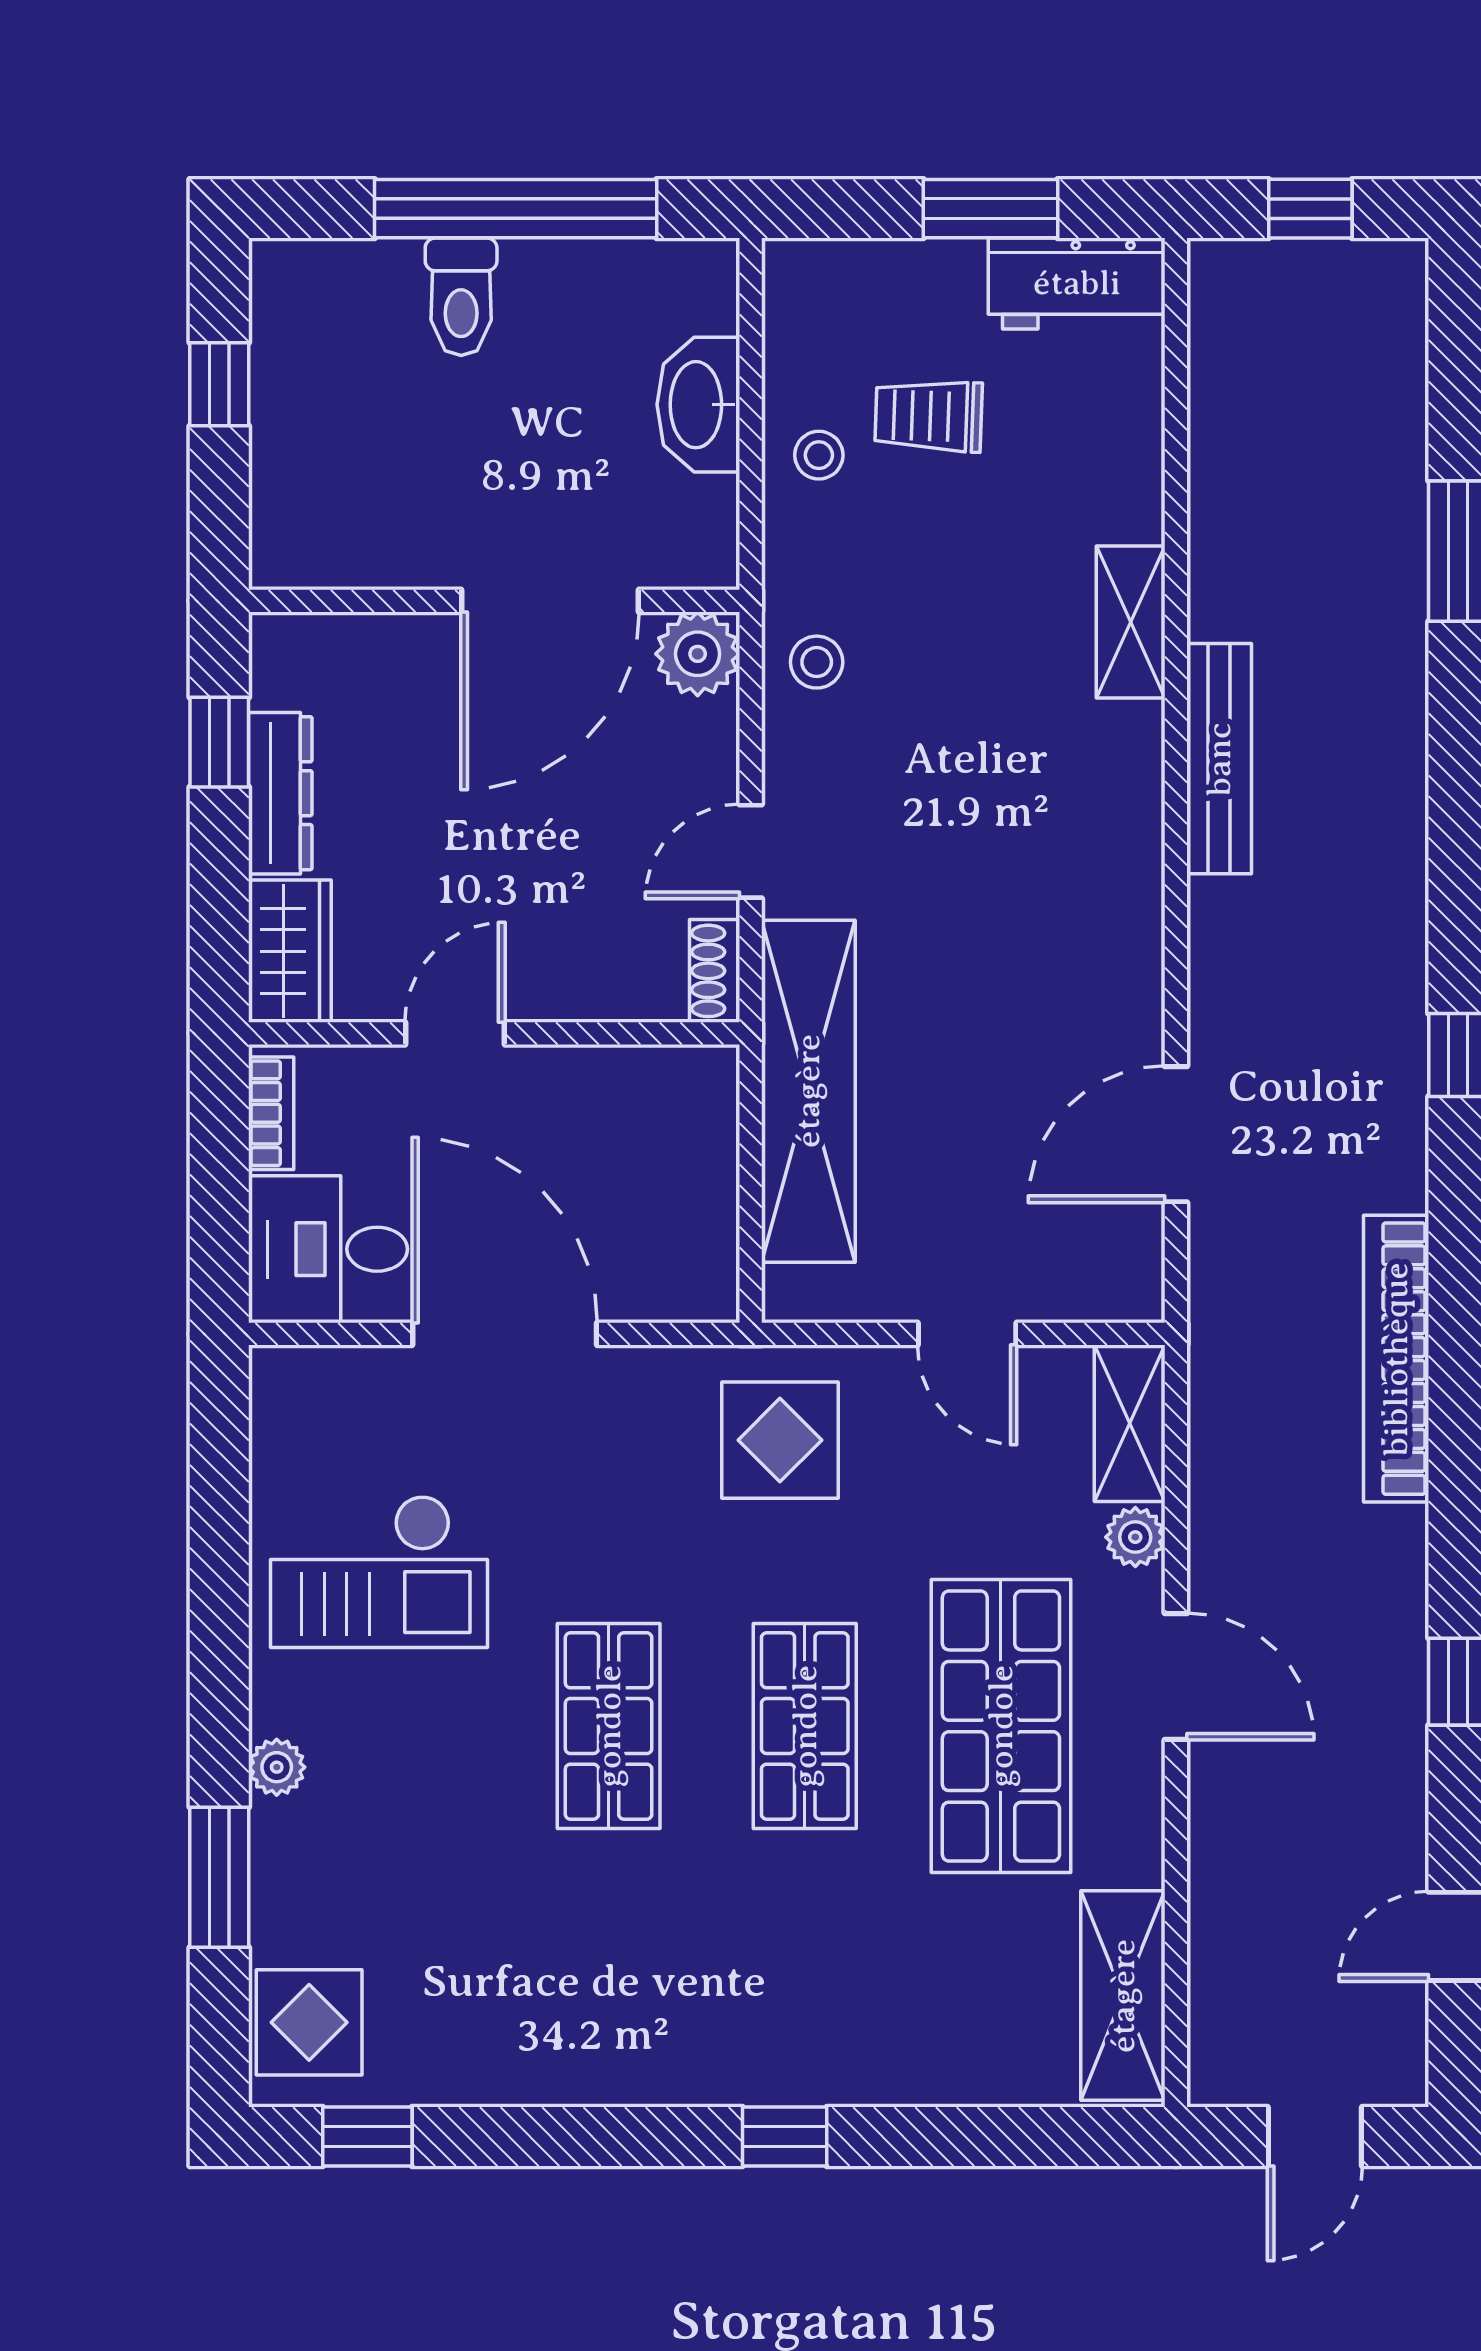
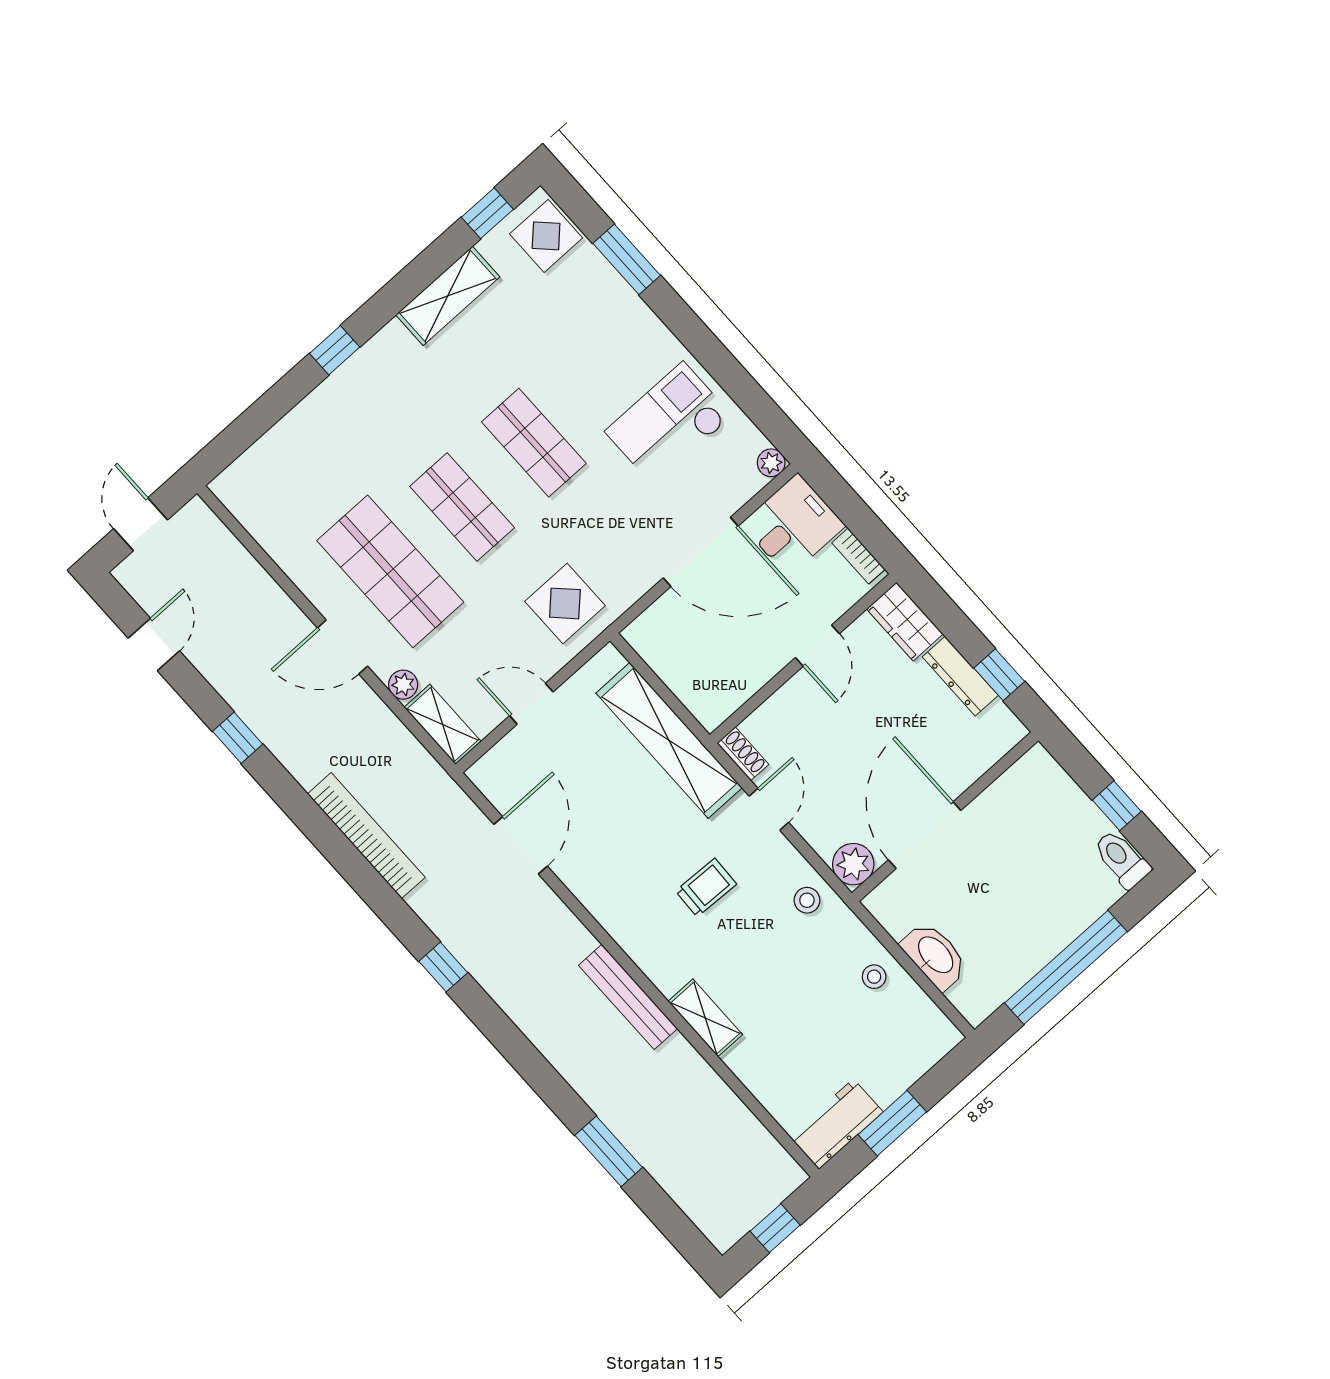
toilet: (461, 297) -> (1122, 859), moved
trolley: (929, 416) -> (706, 888), moved
plant: (277, 1767) -> (771, 463), moved
shelving: (1123, 1996) -> (448, 296), moved, turned 90

